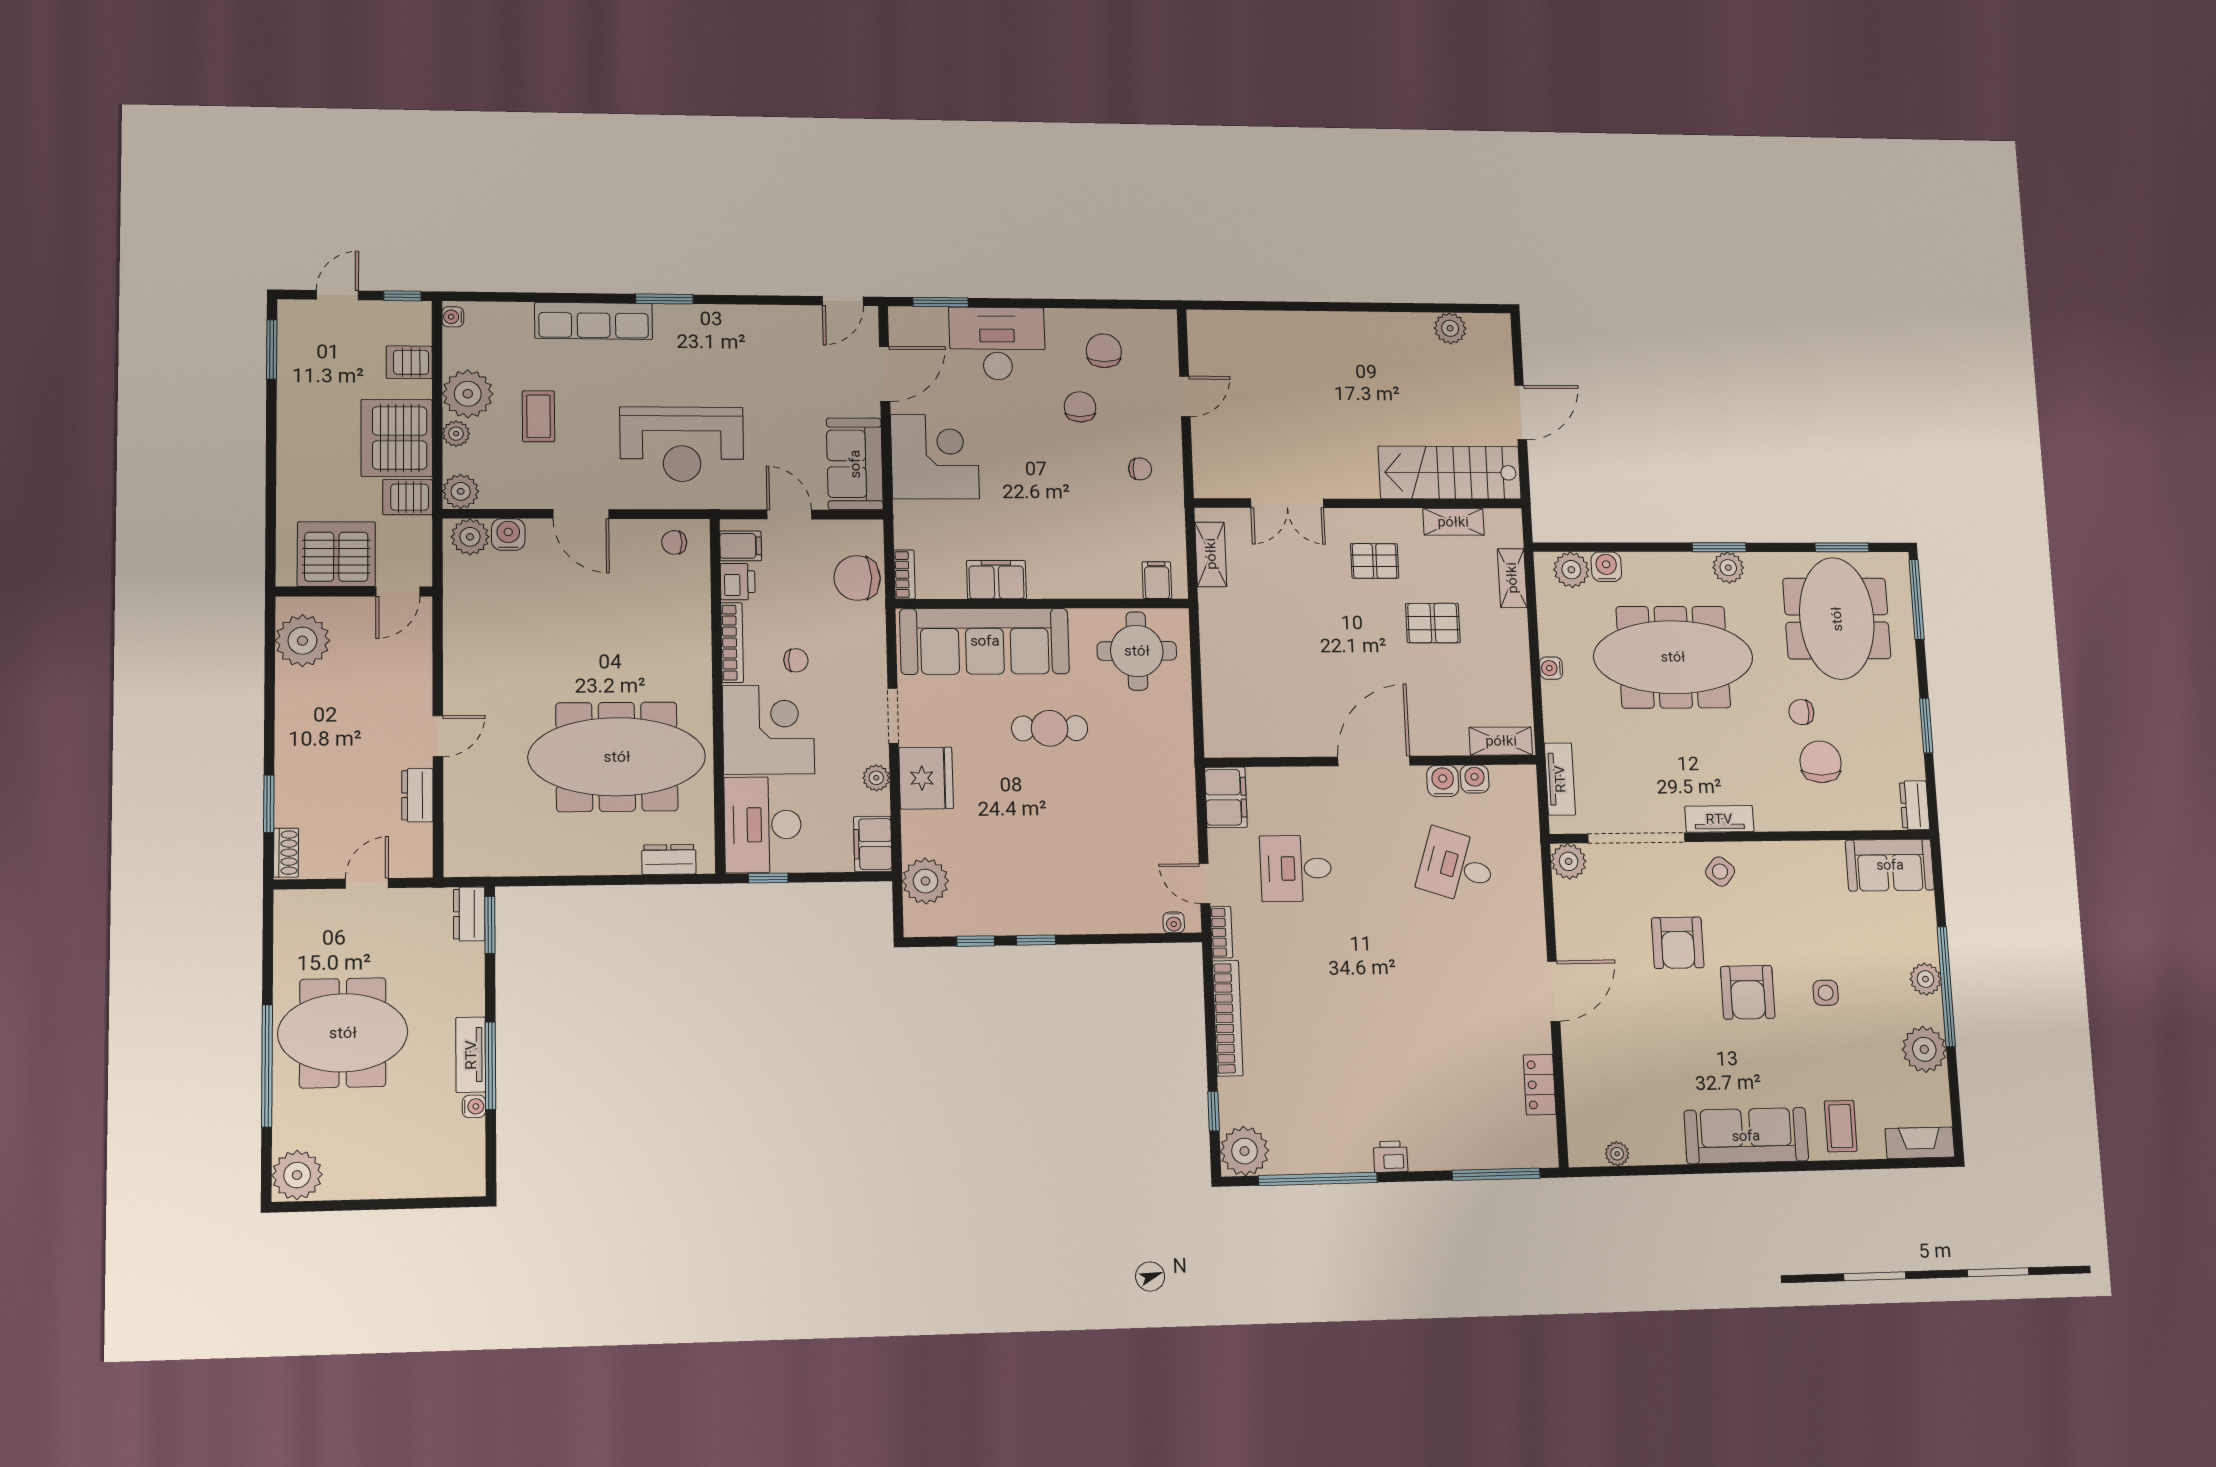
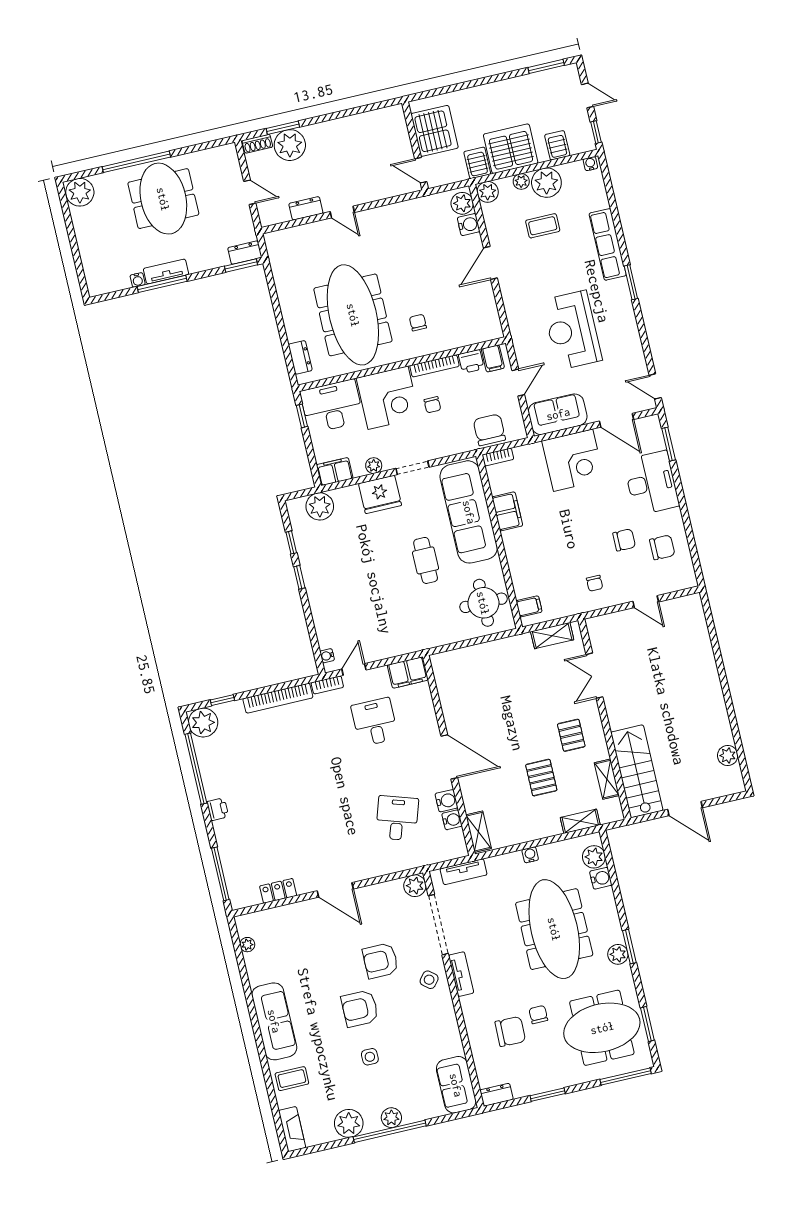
reception desk: (682, 444) -> (572, 330), moved
chair: (674, 542) -> (418, 323), moved
plant: (302, 641) -> (290, 145), moved

